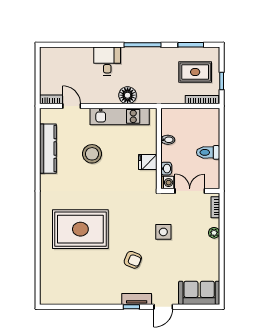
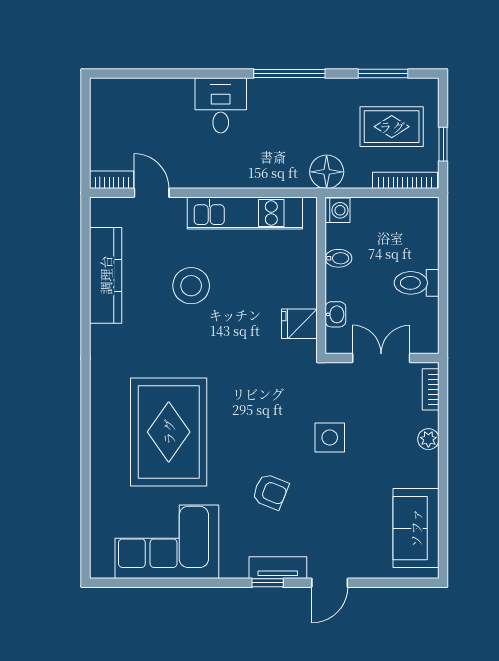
floor lamp: (128, 95) -> (327, 172), moved
fridge: (148, 162) -> (299, 324), moved
washing machine: (167, 183) -> (338, 210), moved
rug: (80, 229) -> (169, 432), turned 90
corner sofa: (80, 286) -> (167, 542), added
sofa: (199, 293) -> (416, 528), moved, turned -90

